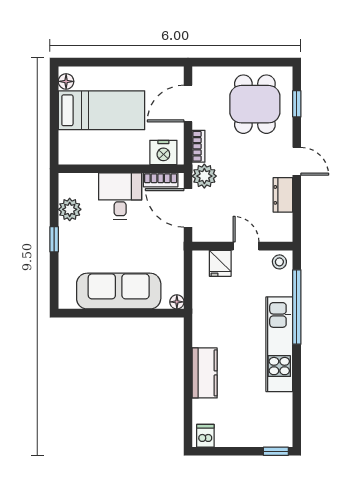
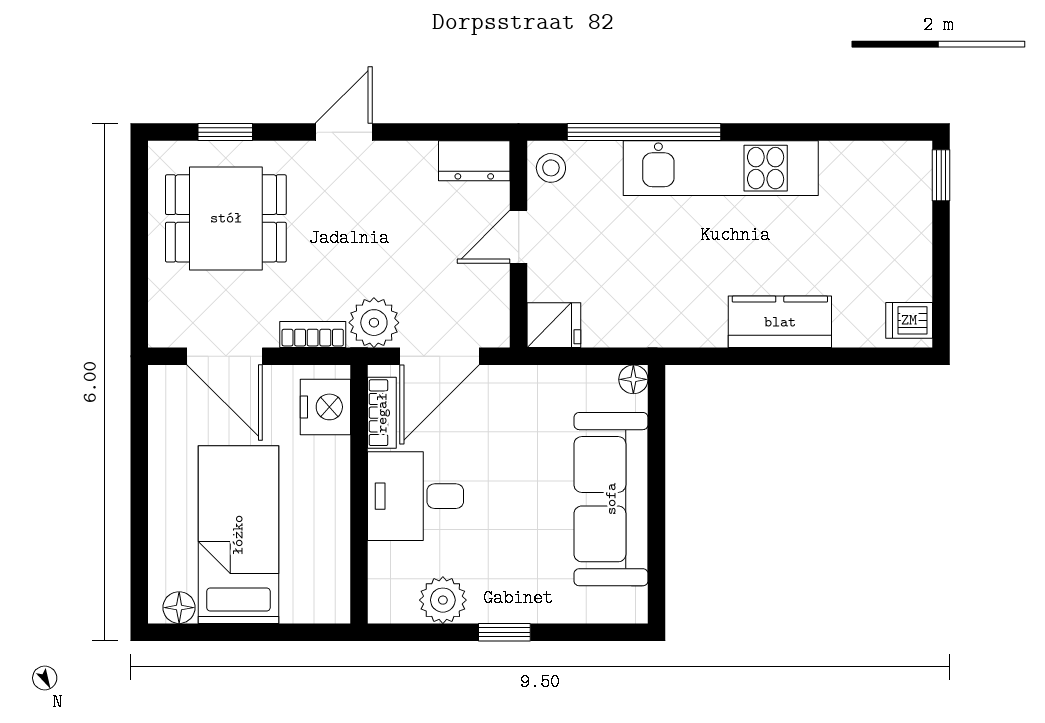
dresser: (283, 195) -> (474, 161), moved
fridge: (220, 263) -> (554, 325), moved

